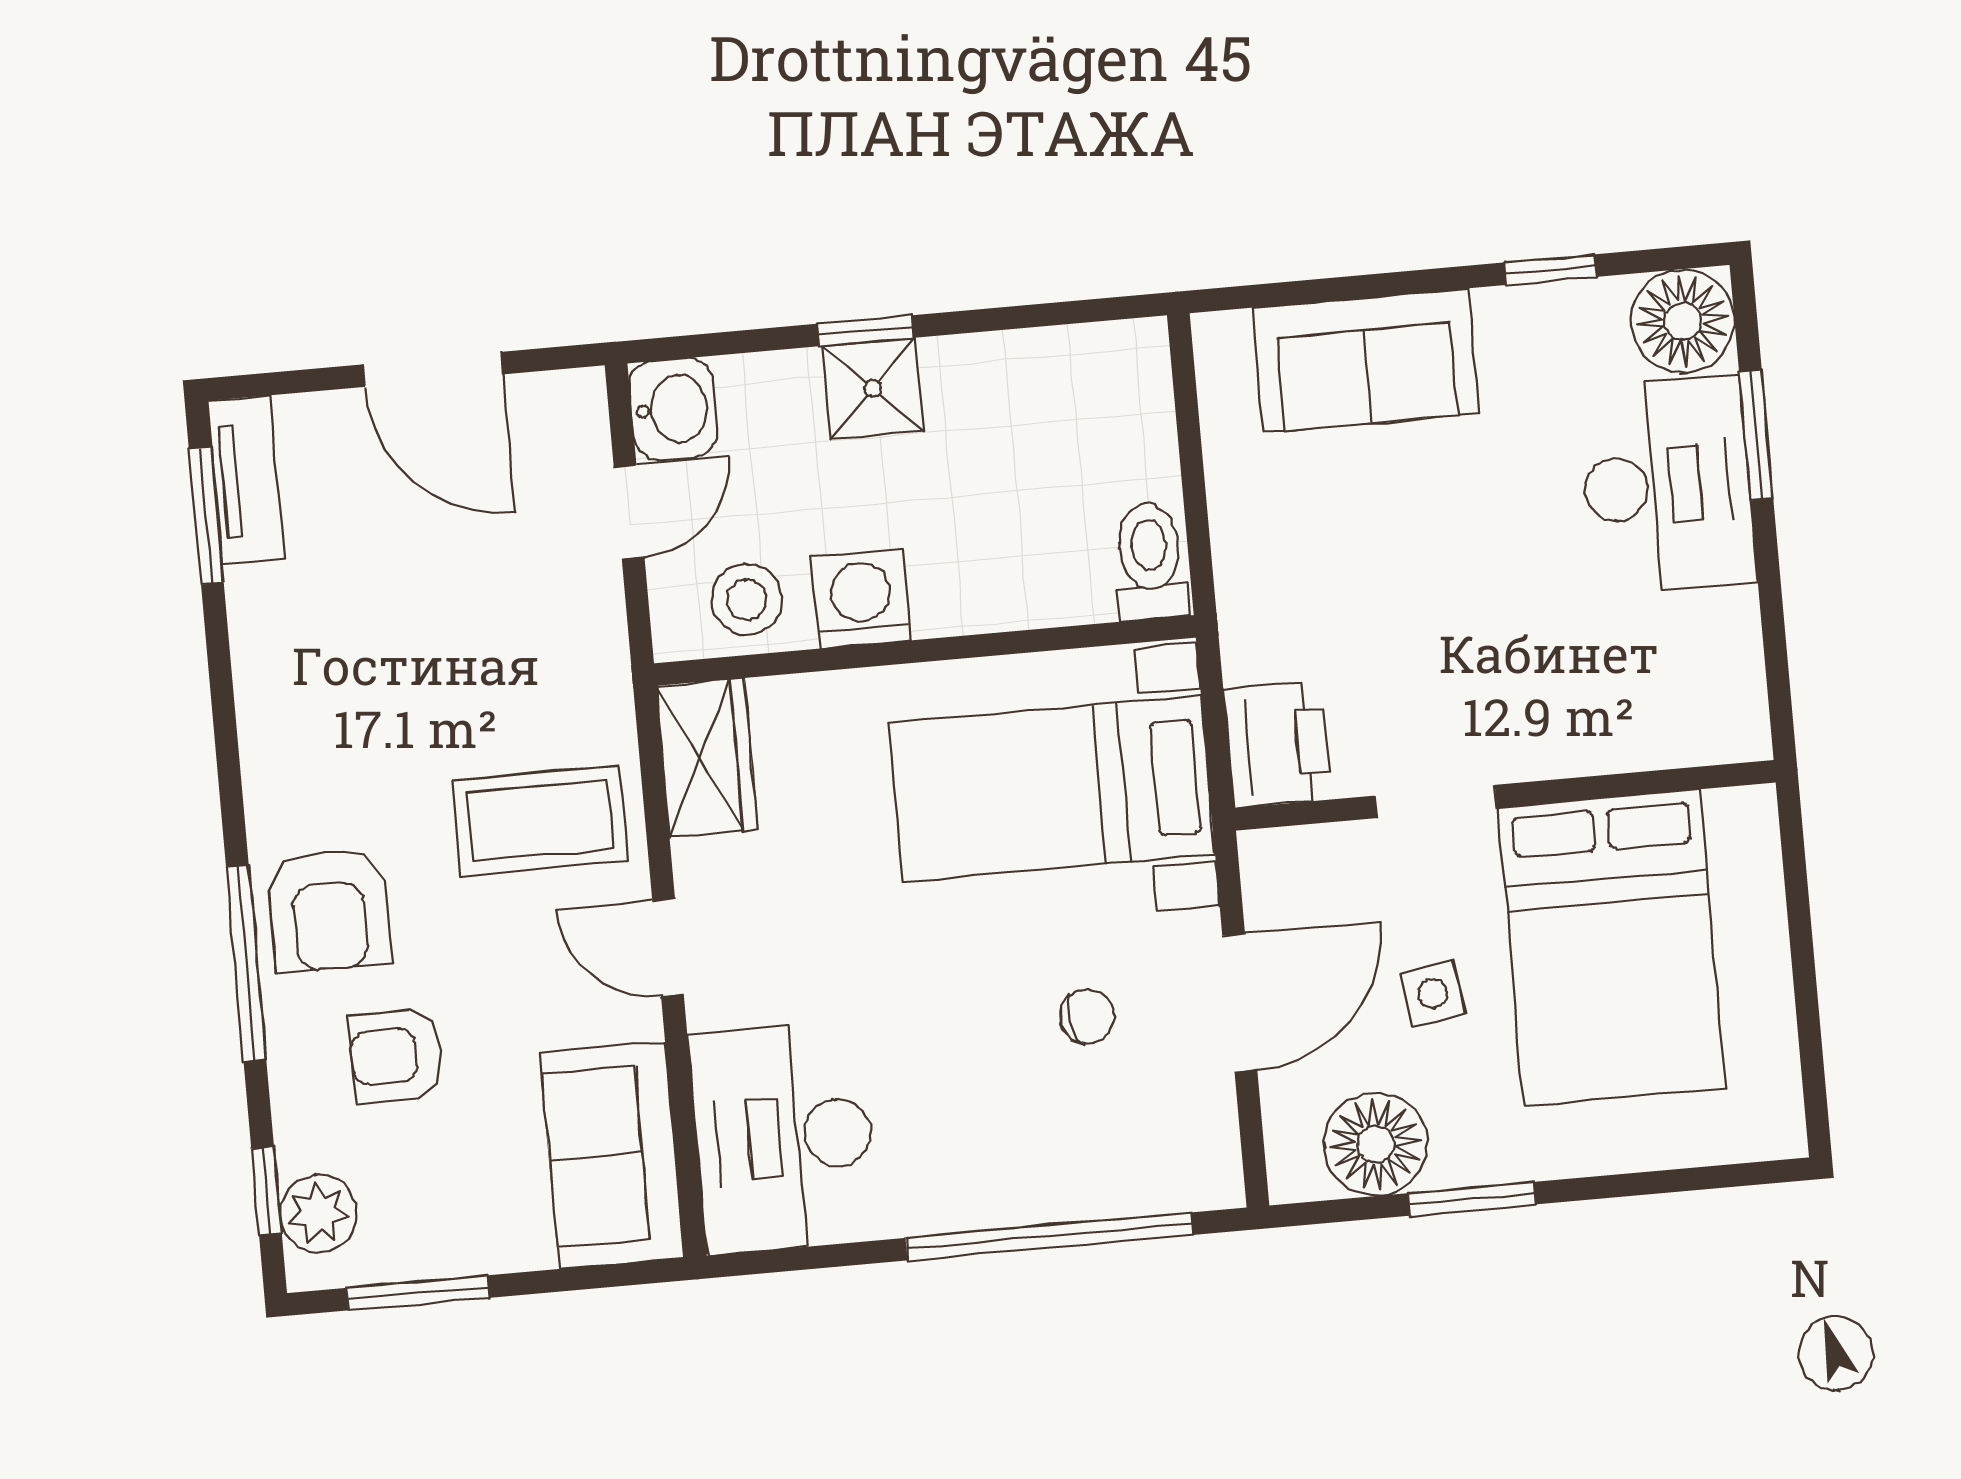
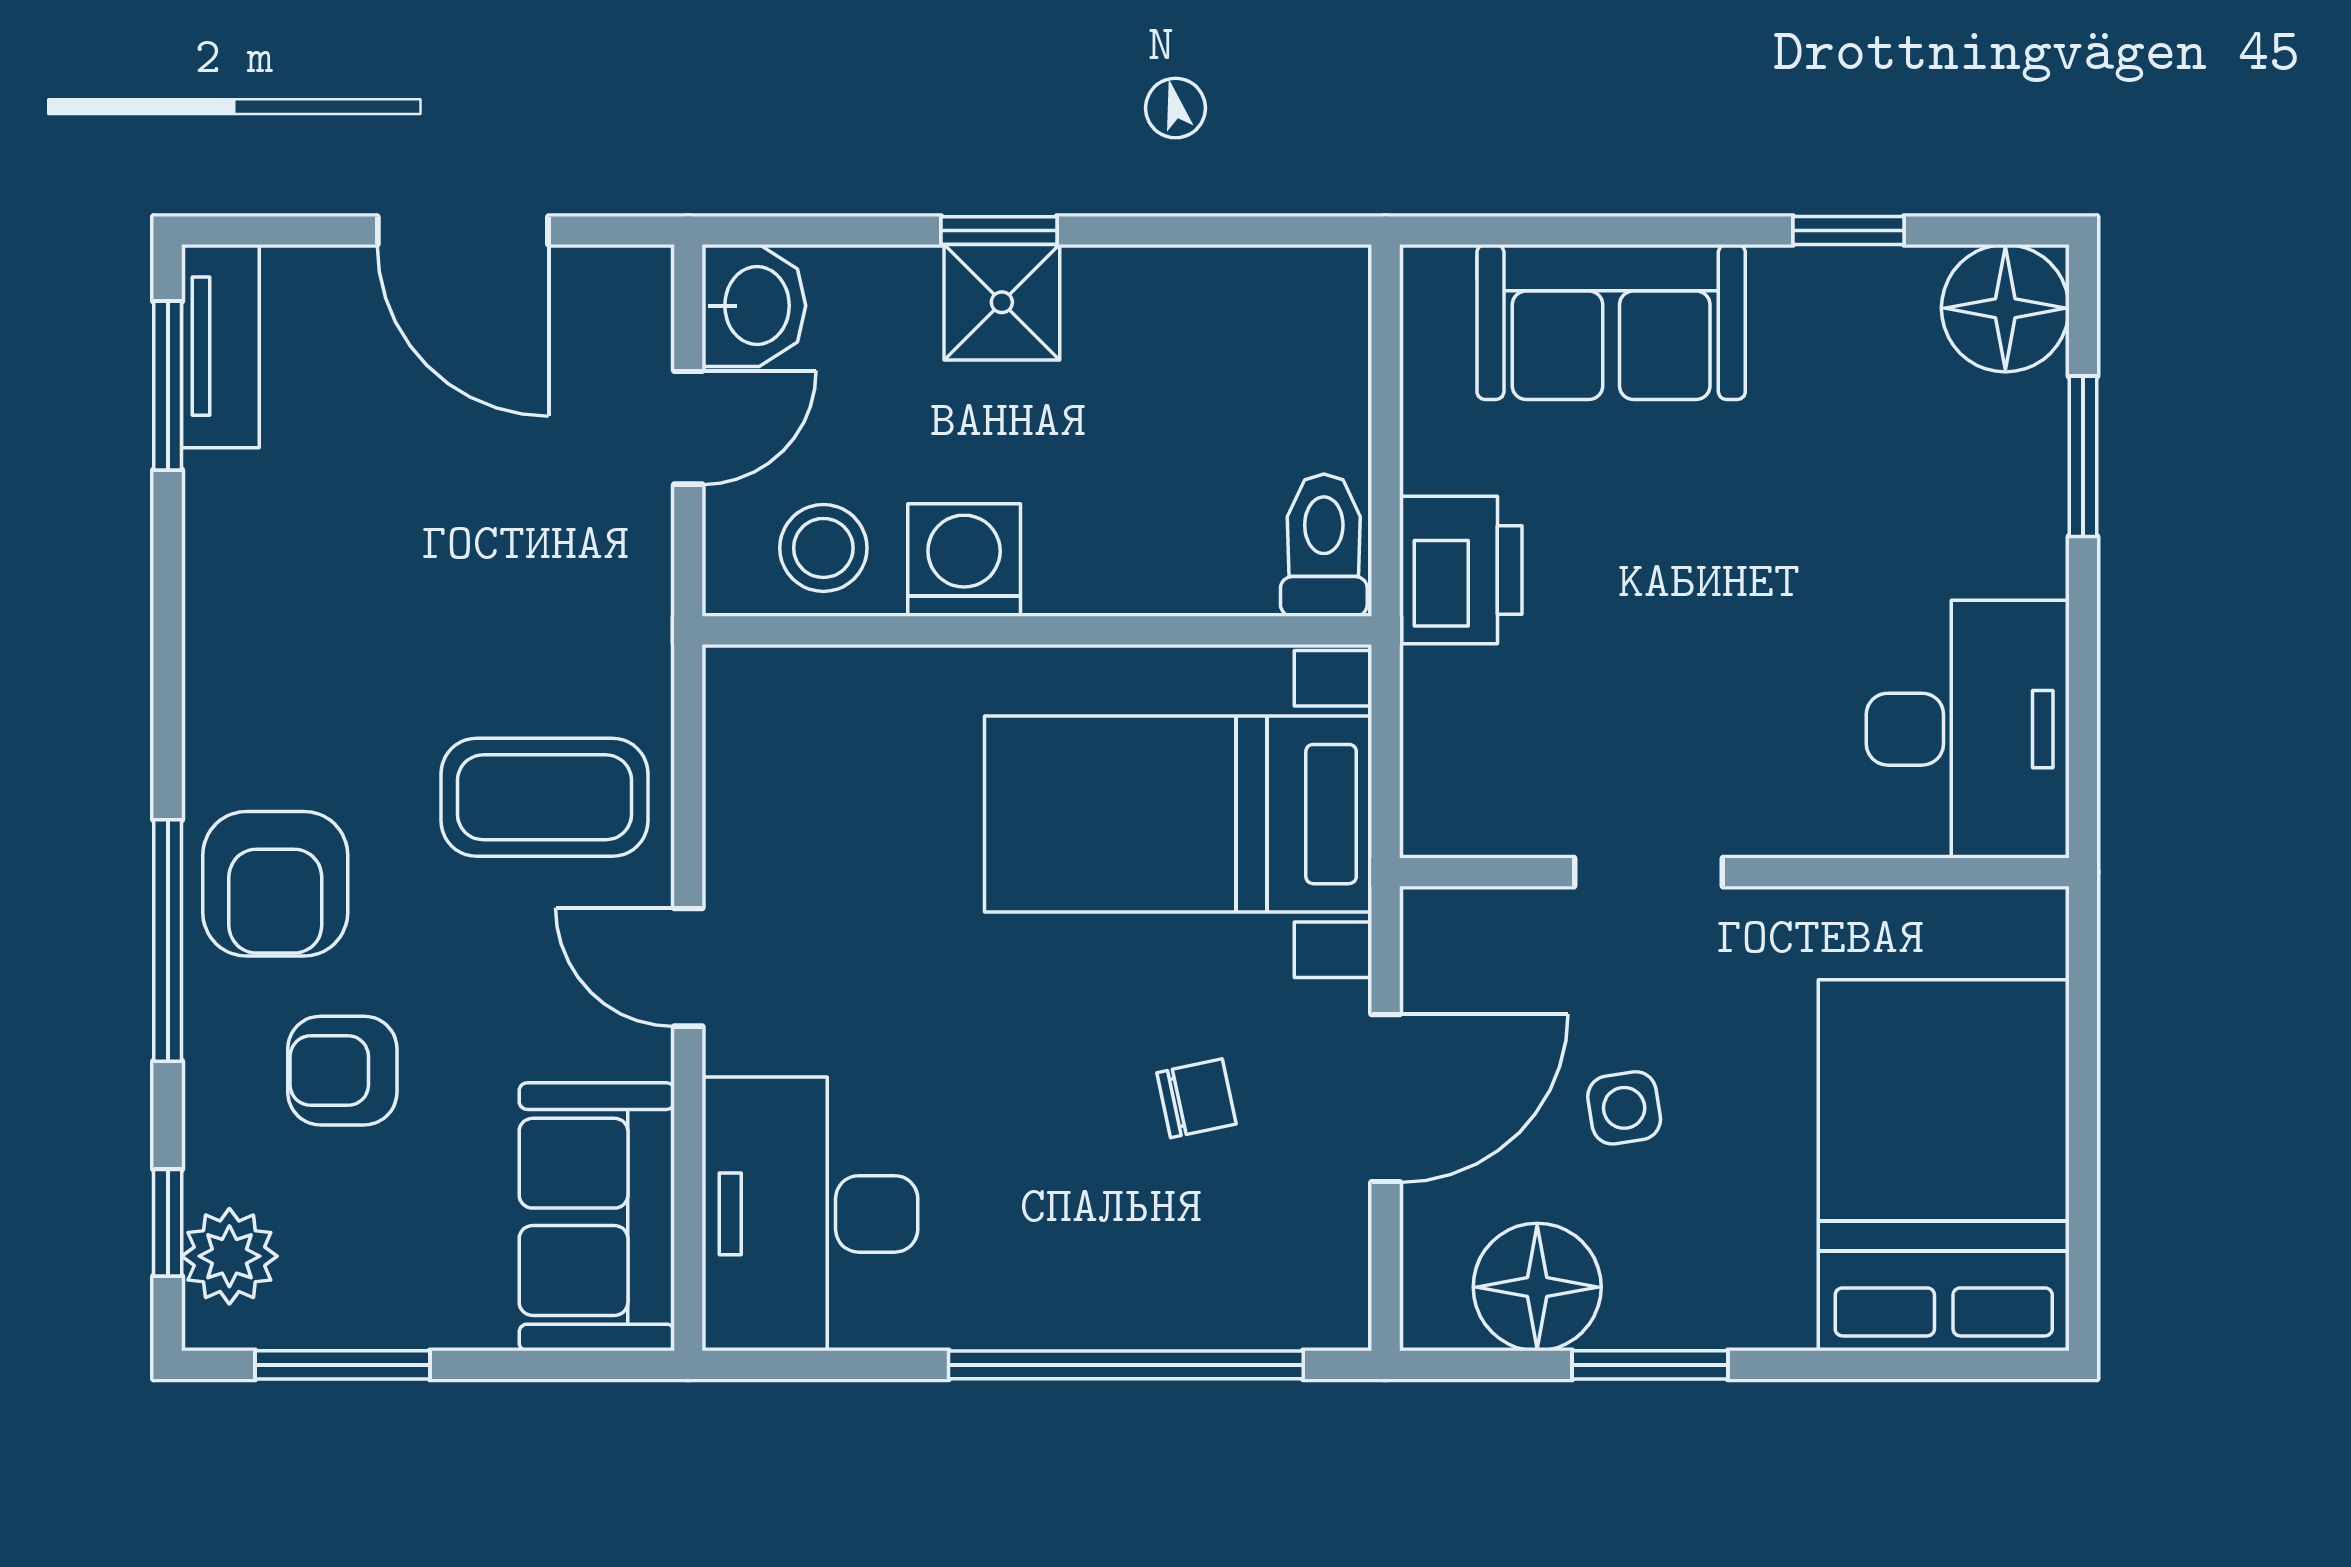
desk: (1667, 485) -> (1968, 729), moved
printer: (1278, 744) -> (1461, 570), moved
wardrobe: (707, 758) -> (757, 738), removed
bed: (1612, 948) -> (1944, 1165), moved, turned 180

